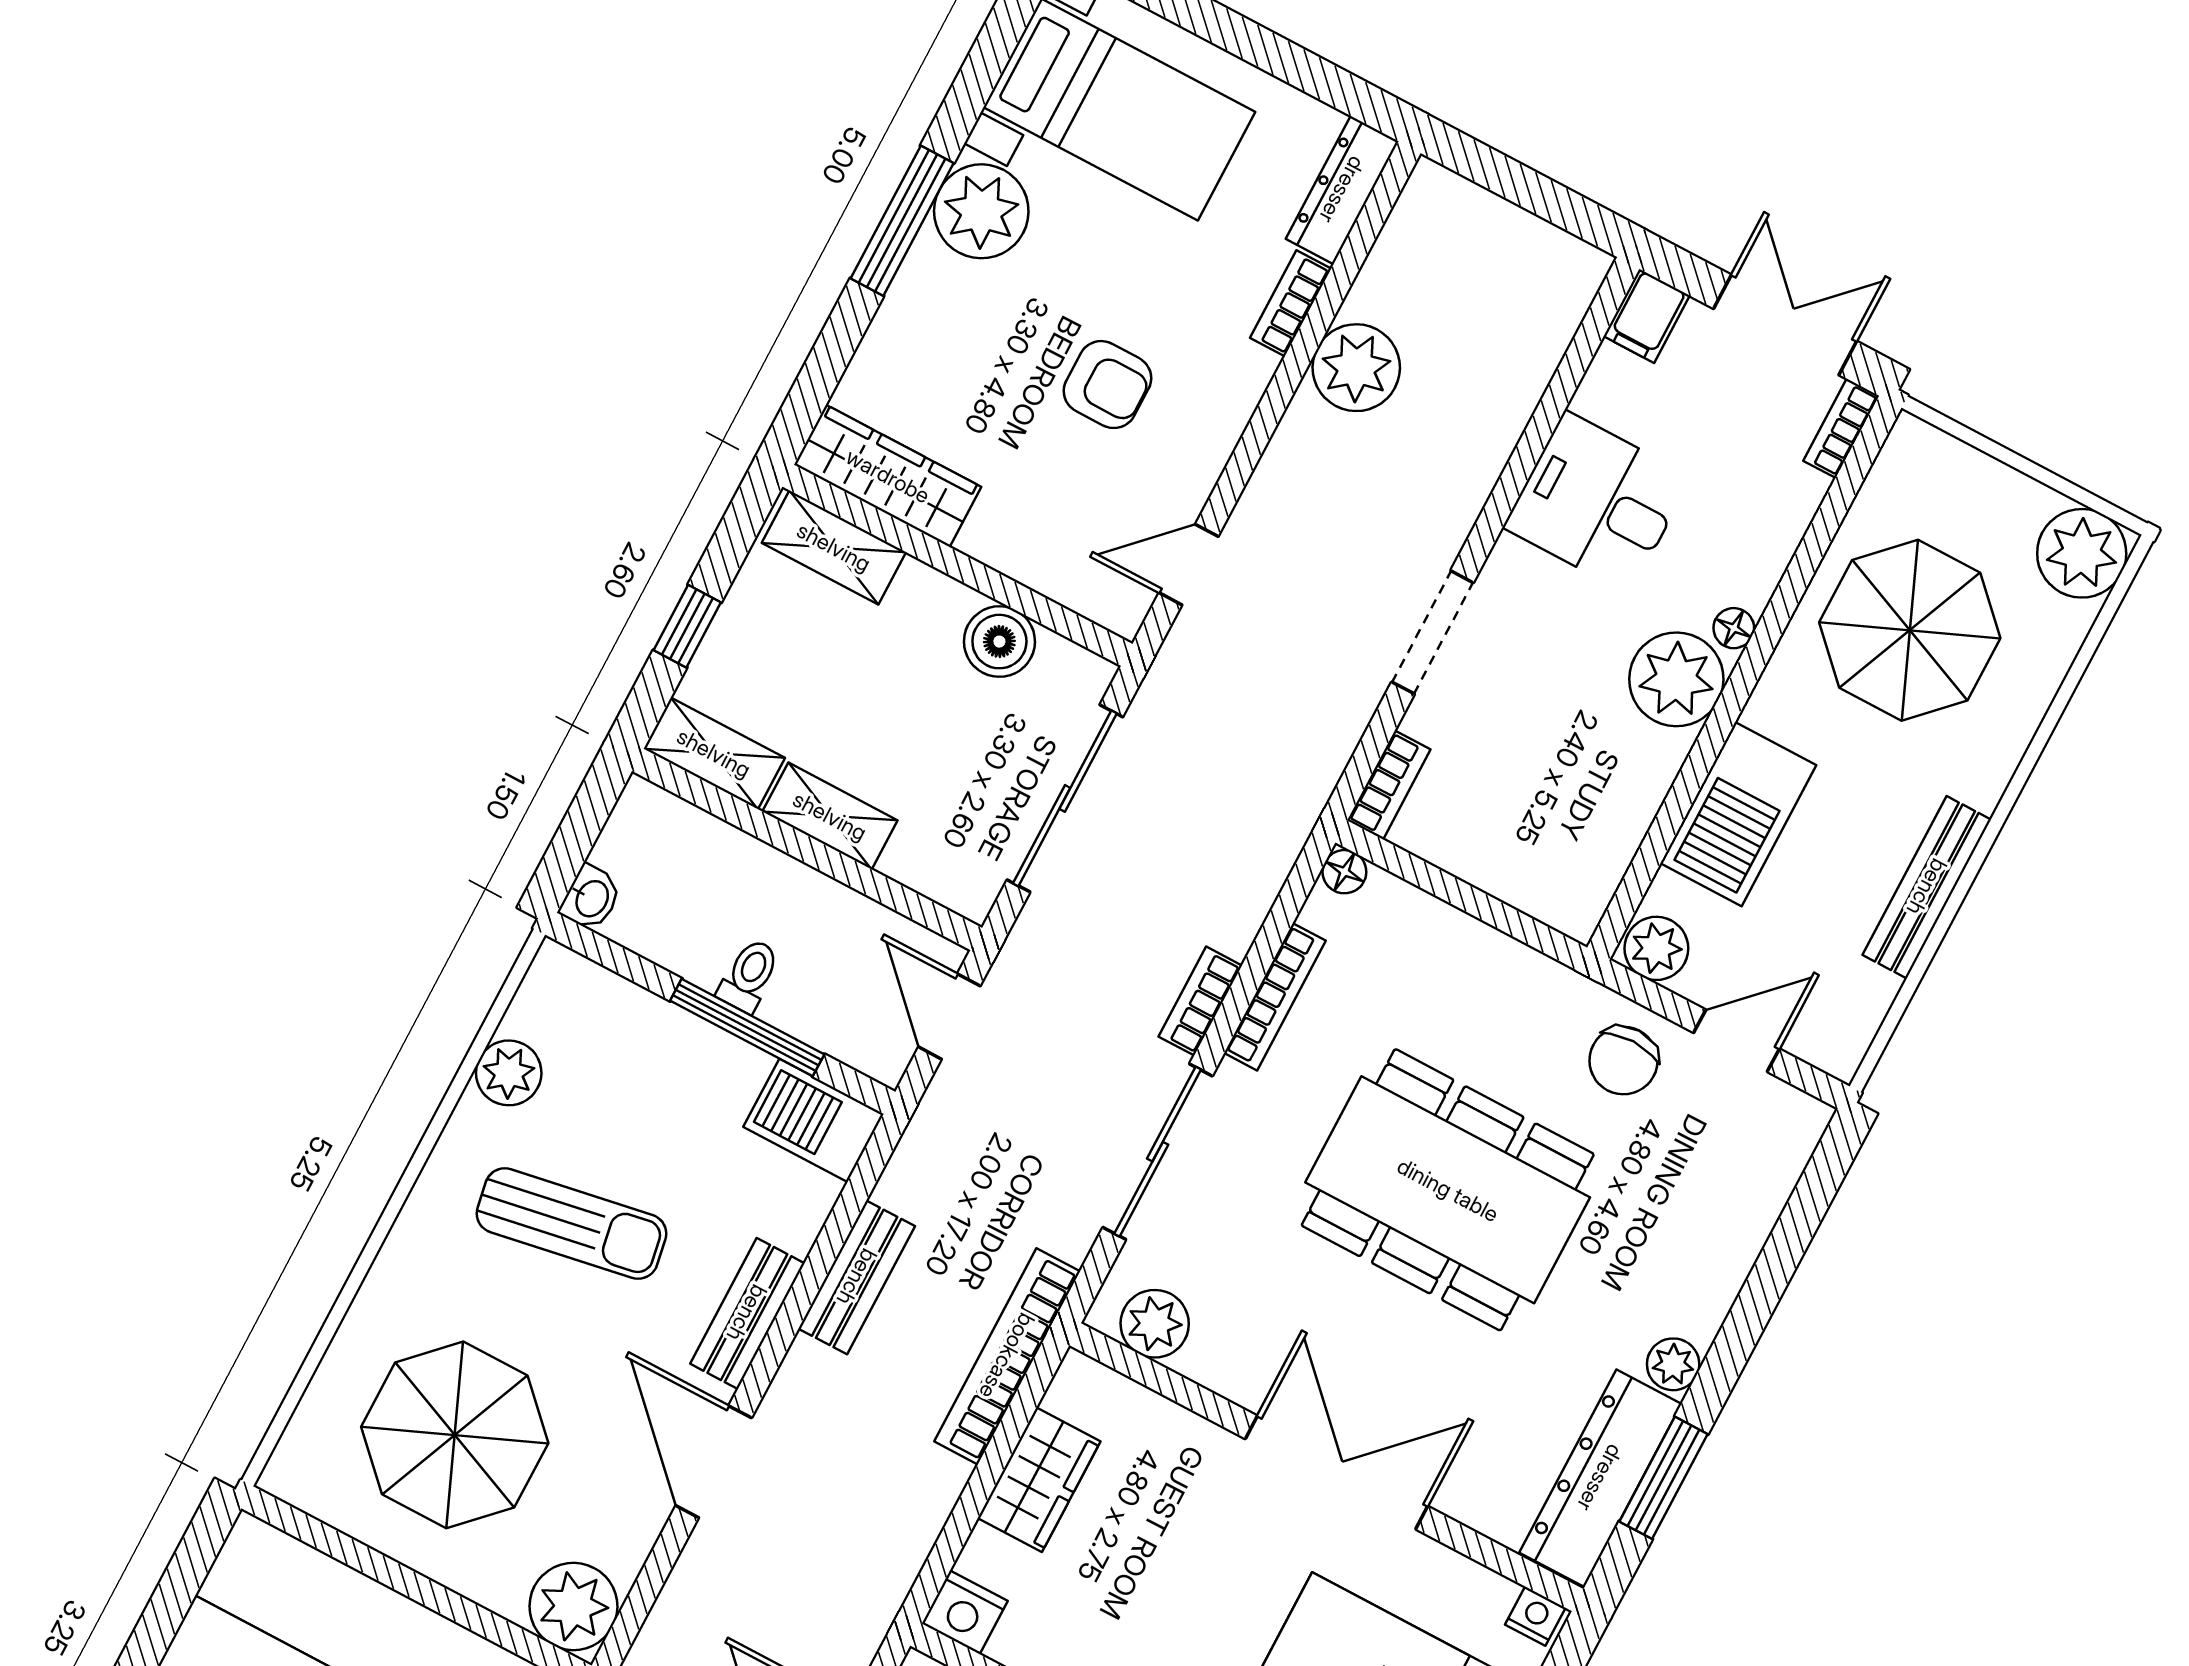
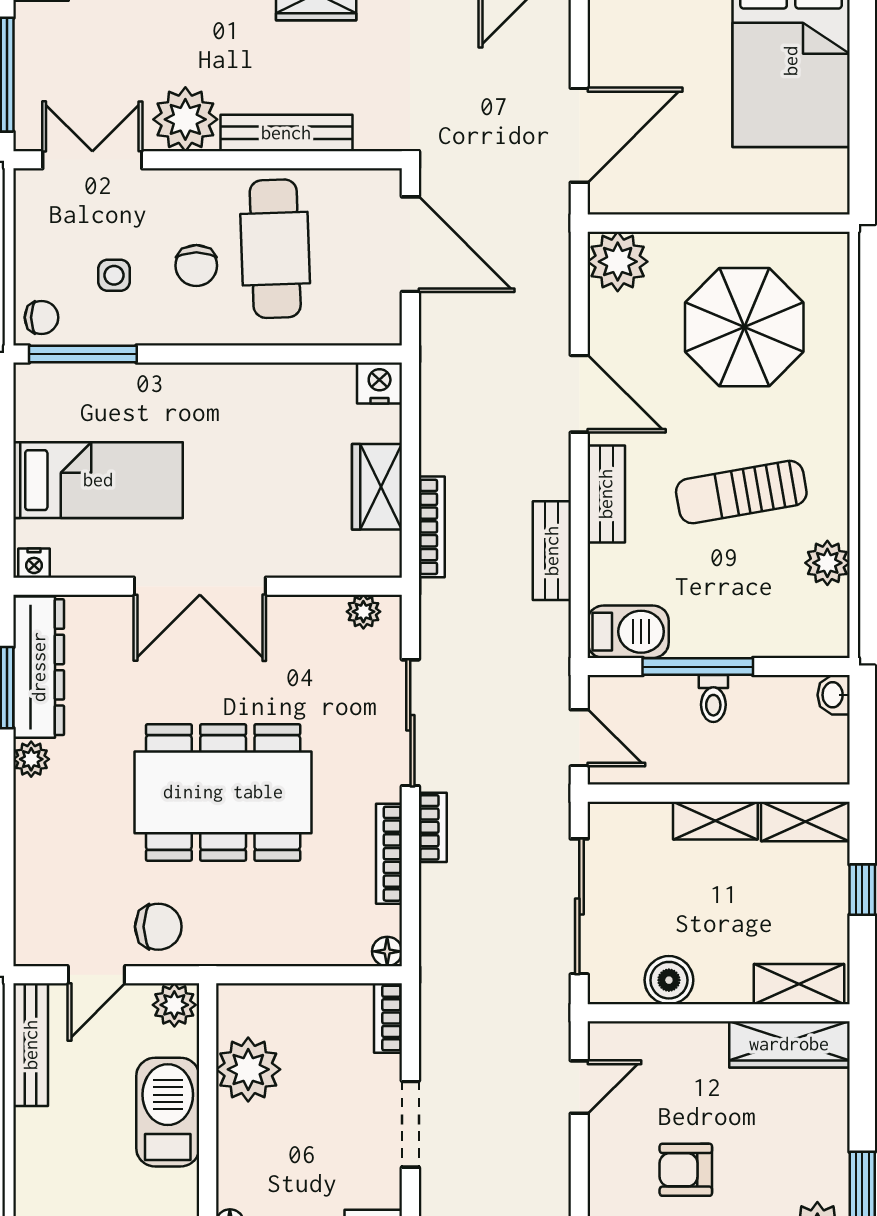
plant: (1676, 679) -> (248, 1069), moved
bench: (1927, 887) -> (31, 1045), moved
chair: (1623, 1061) -> (158, 927), turned 90
plant: (1155, 1324) -> (363, 612), width x0.73, depth x0.73
bookcase: (1007, 1356) -> (432, 527), width x0.68, depth x0.76

